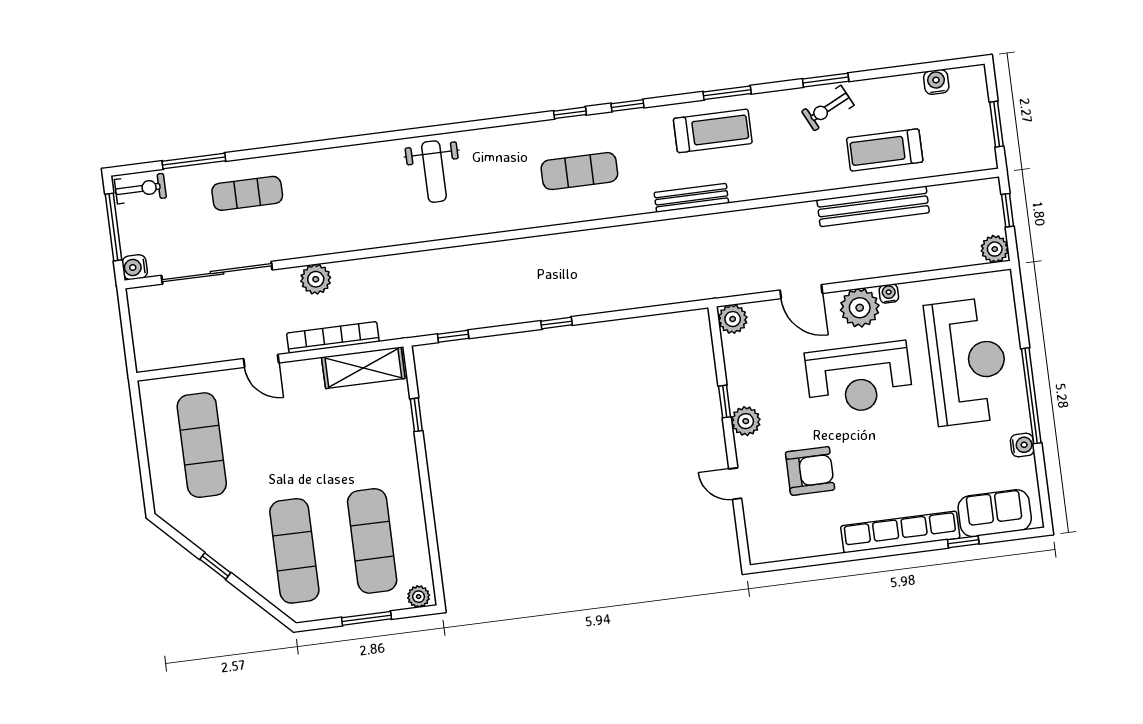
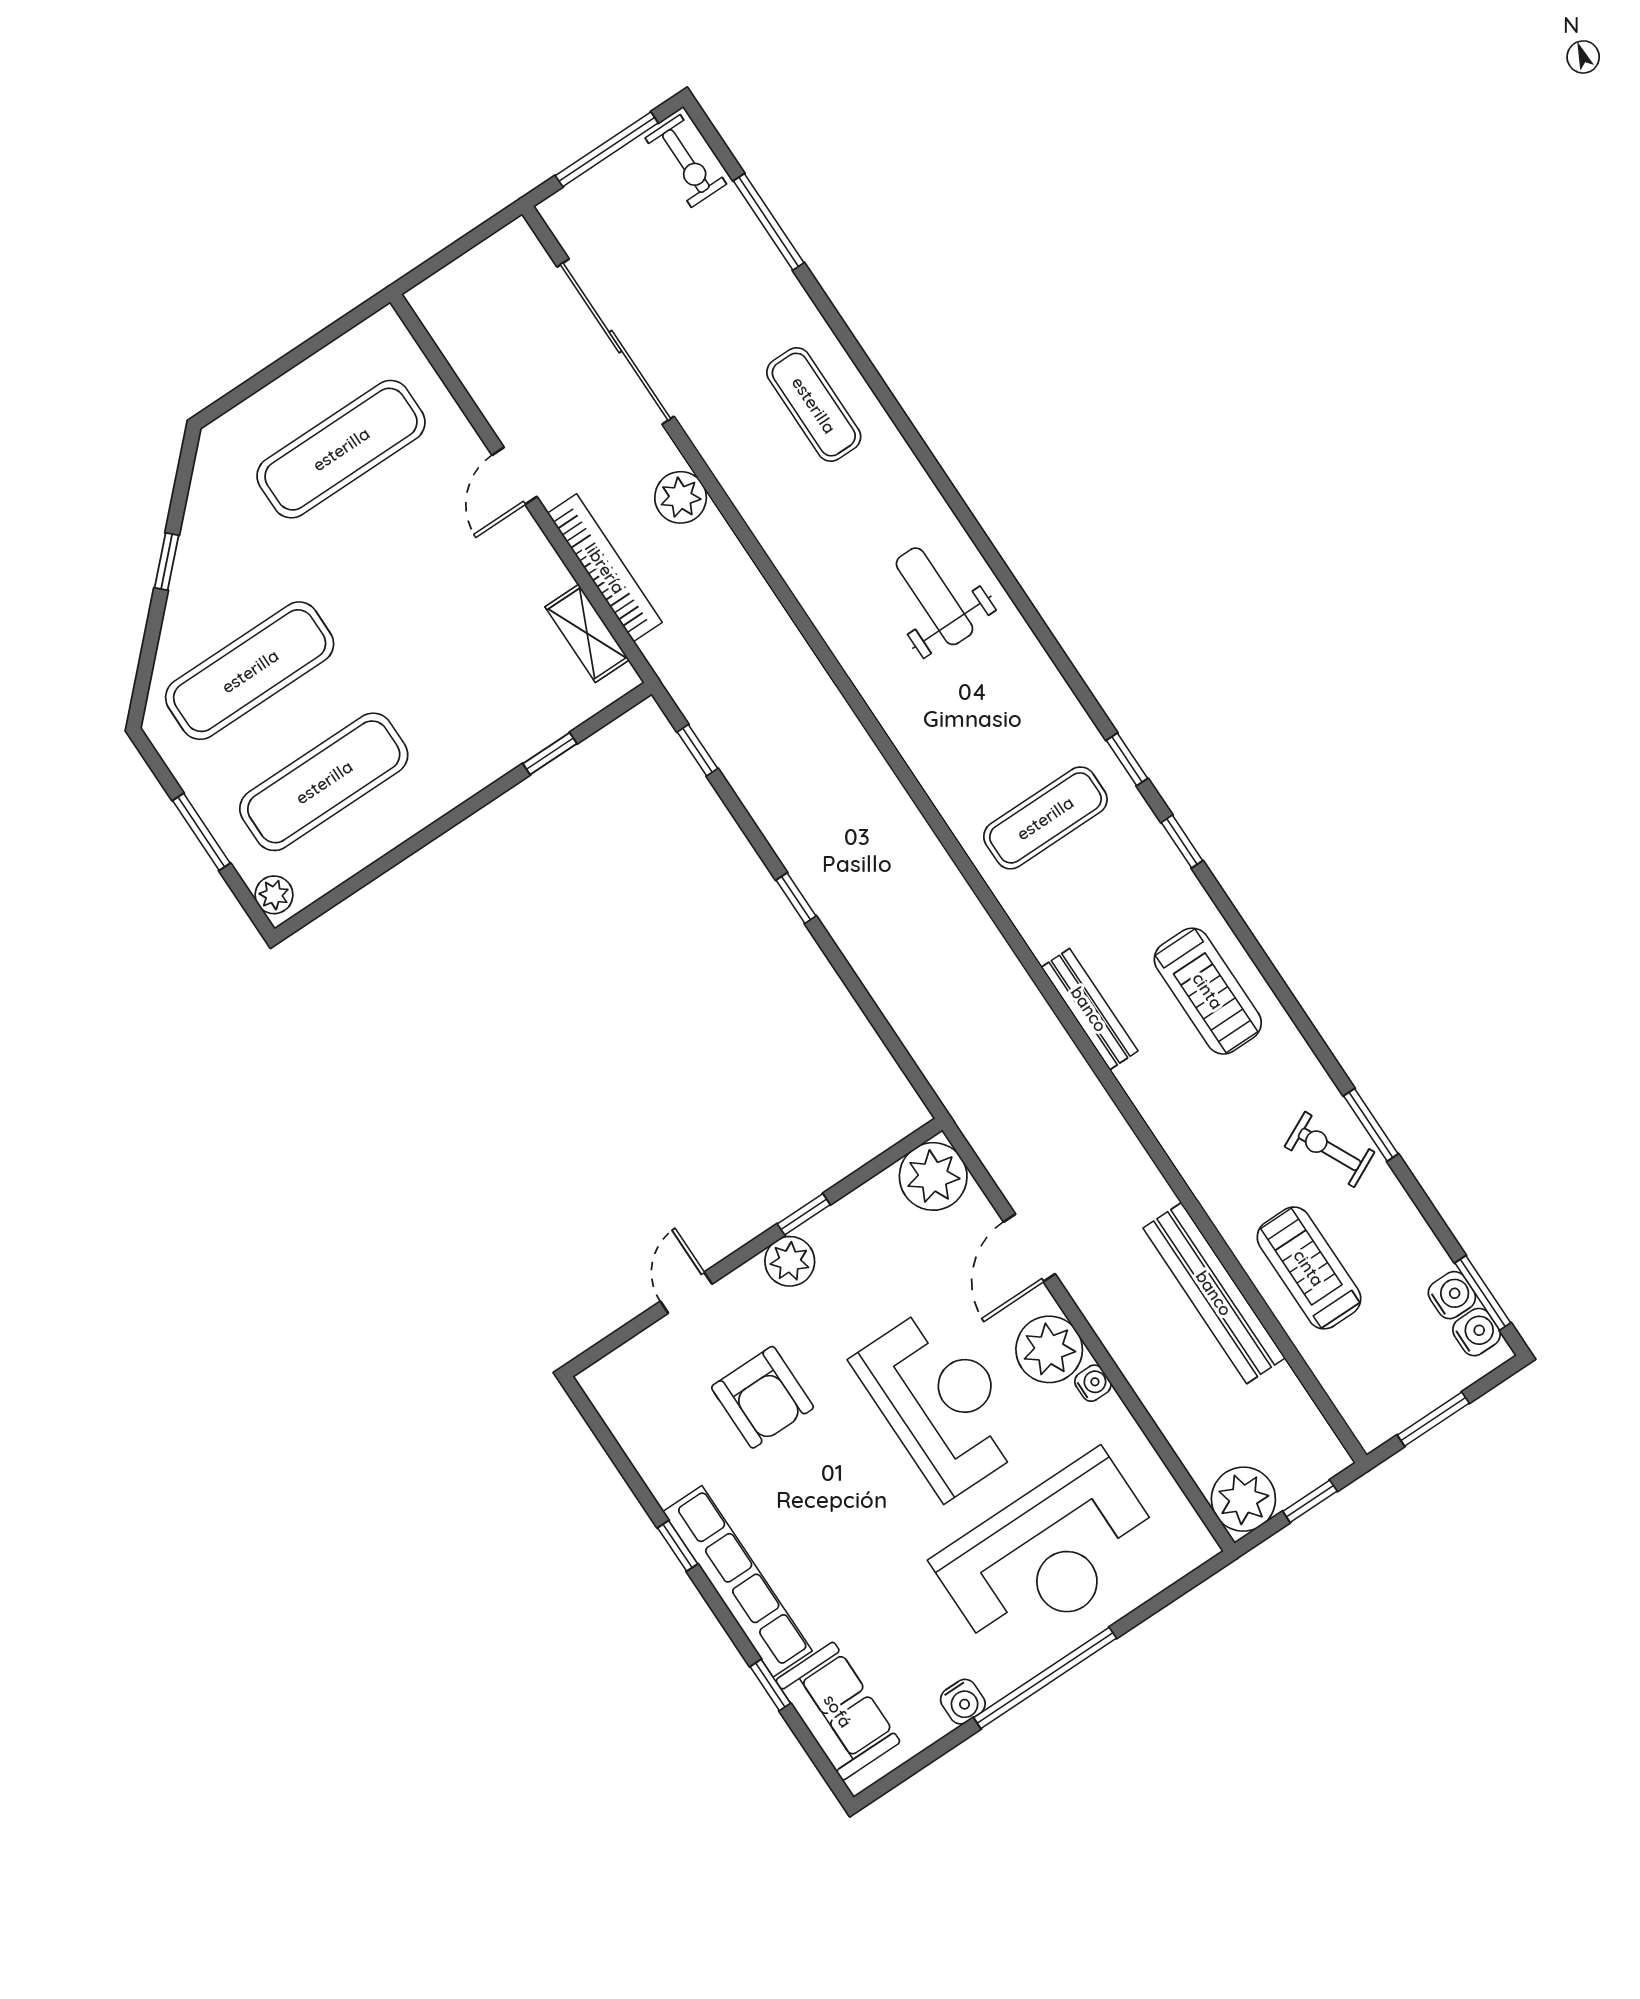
window: (727, 93) -> (1483, 1293), moved
exercise mat: (579, 171) -> (1045, 818), turned 90
weight bench: (434, 172) -> (934, 596), turned 90
exercise mat: (247, 193) -> (814, 405), moved
plant: (995, 249) -> (1243, 1499), width x1.36, depth x1.36
water cooler: (135, 267) -> (1476, 1332), moved, turned 90
plant: (733, 319) -> (933, 1176), width x1.36, depth x1.36
shelving: (363, 368) -> (587, 633), width x0.67, depth x0.75
reception desk: (859, 378) -> (941, 1402), turned 180
window: (866, 554) -> (678, 1546), added

